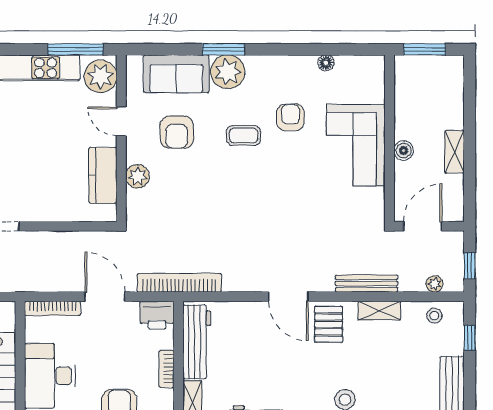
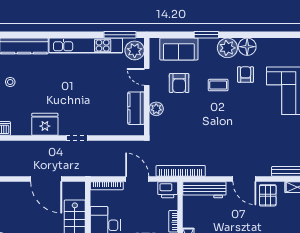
floor lamp: (326, 63) -> (247, 47), moved, width x1.89, depth x1.89
plant: (228, 72) -> (227, 48), moved
workbench: (197, 342) -> (204, 190), moved, turned 90

